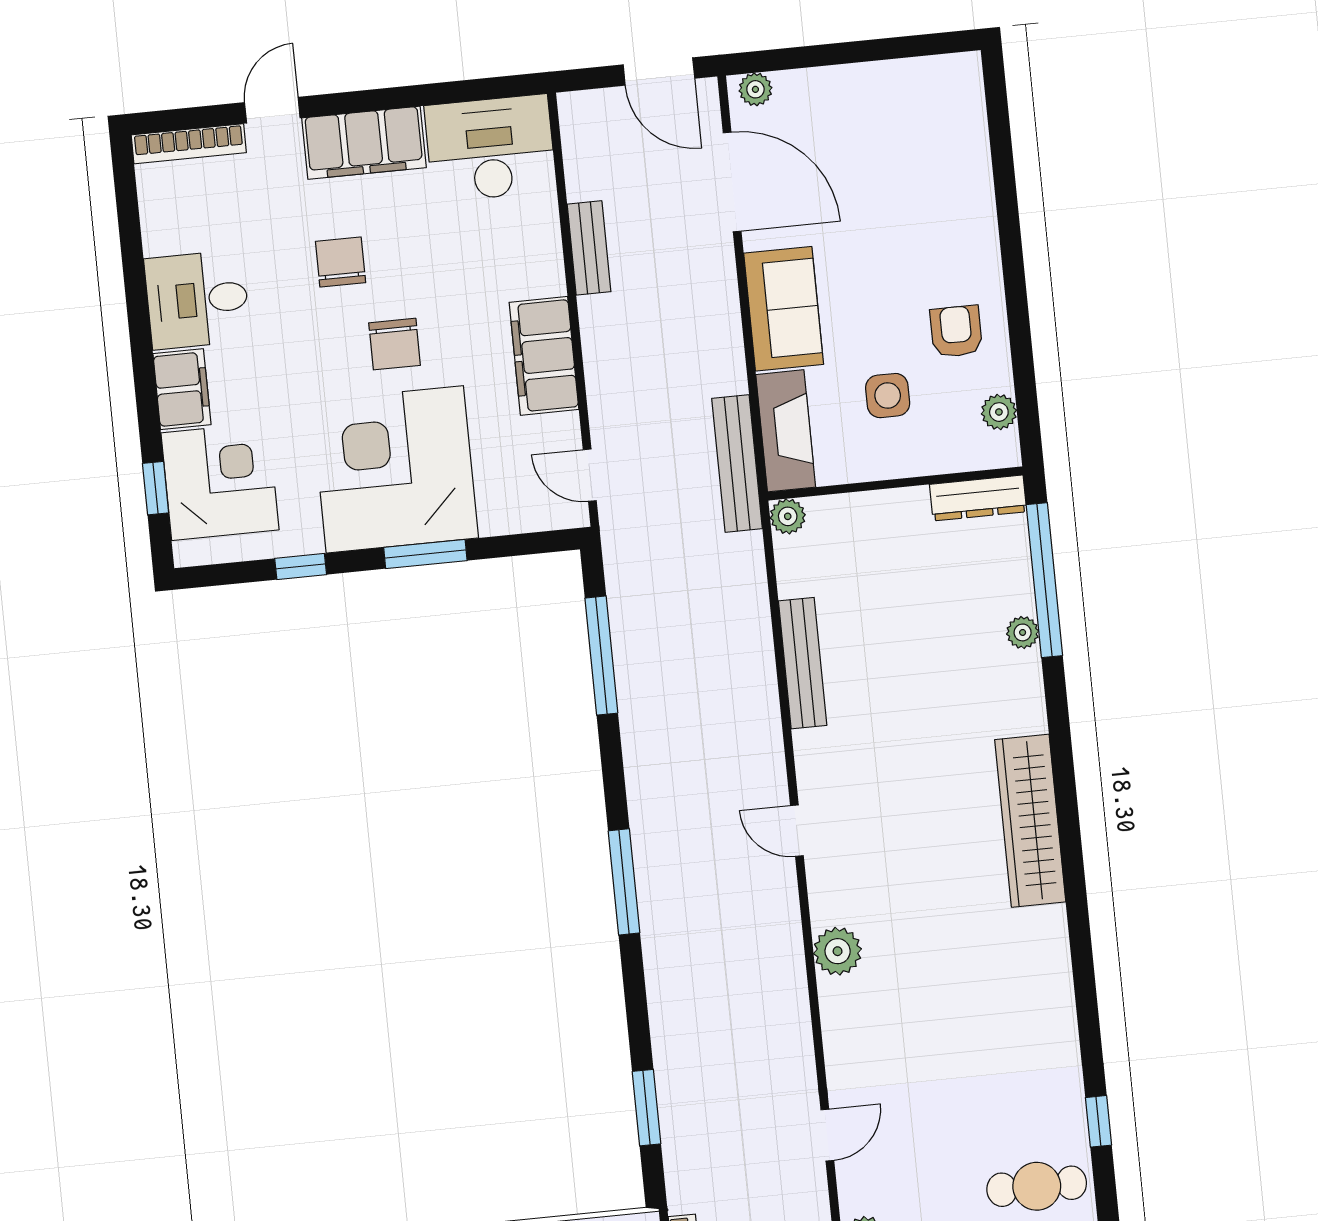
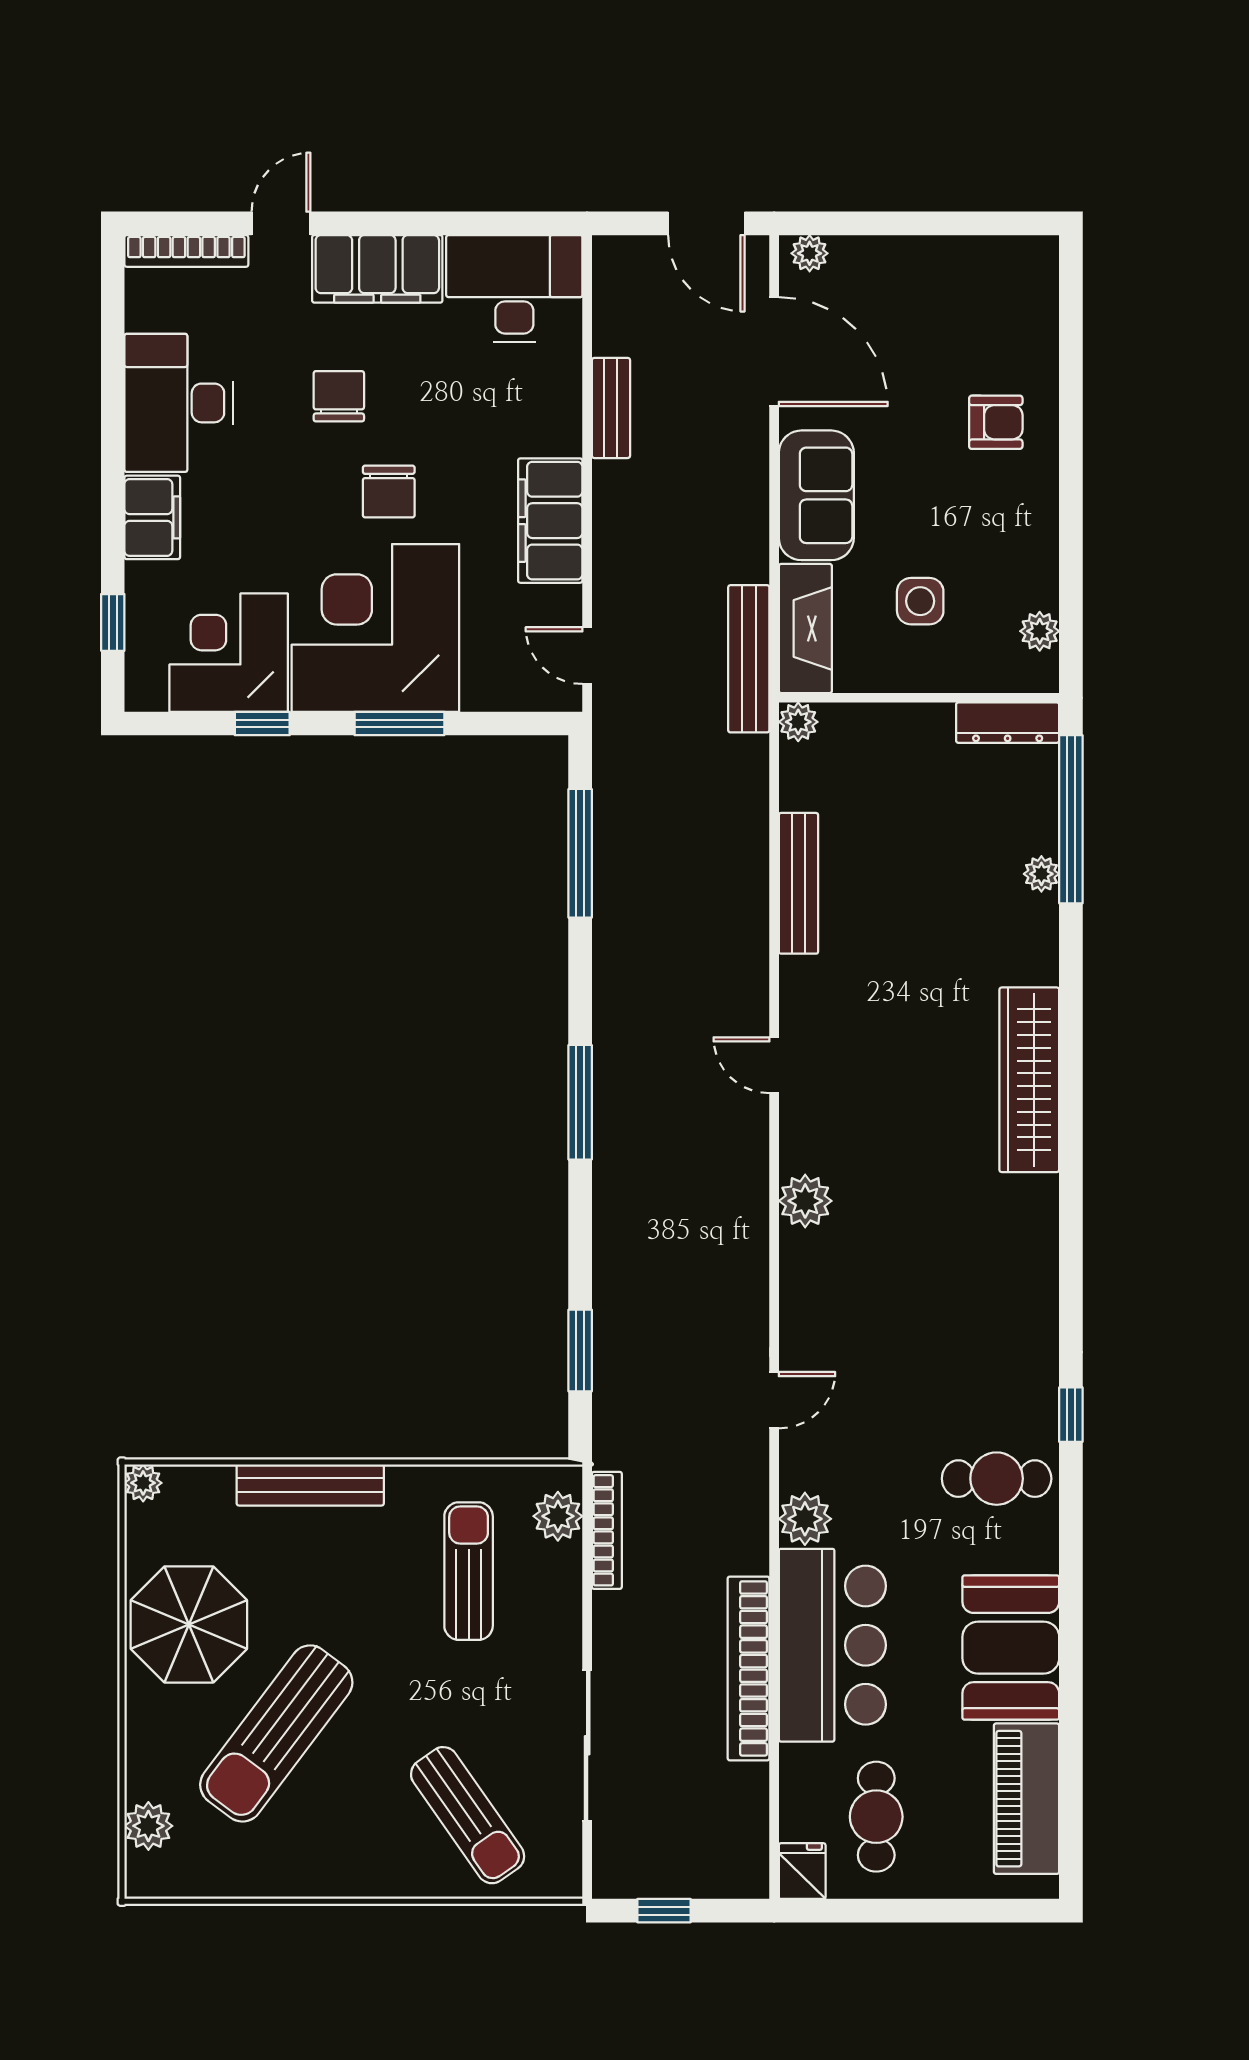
desk: (197, 300) -> (179, 403), width x1.37
armchair: (956, 331) -> (996, 422), moved, turned 90
corner desk: (220, 481) -> (229, 653), moved, turned -90

